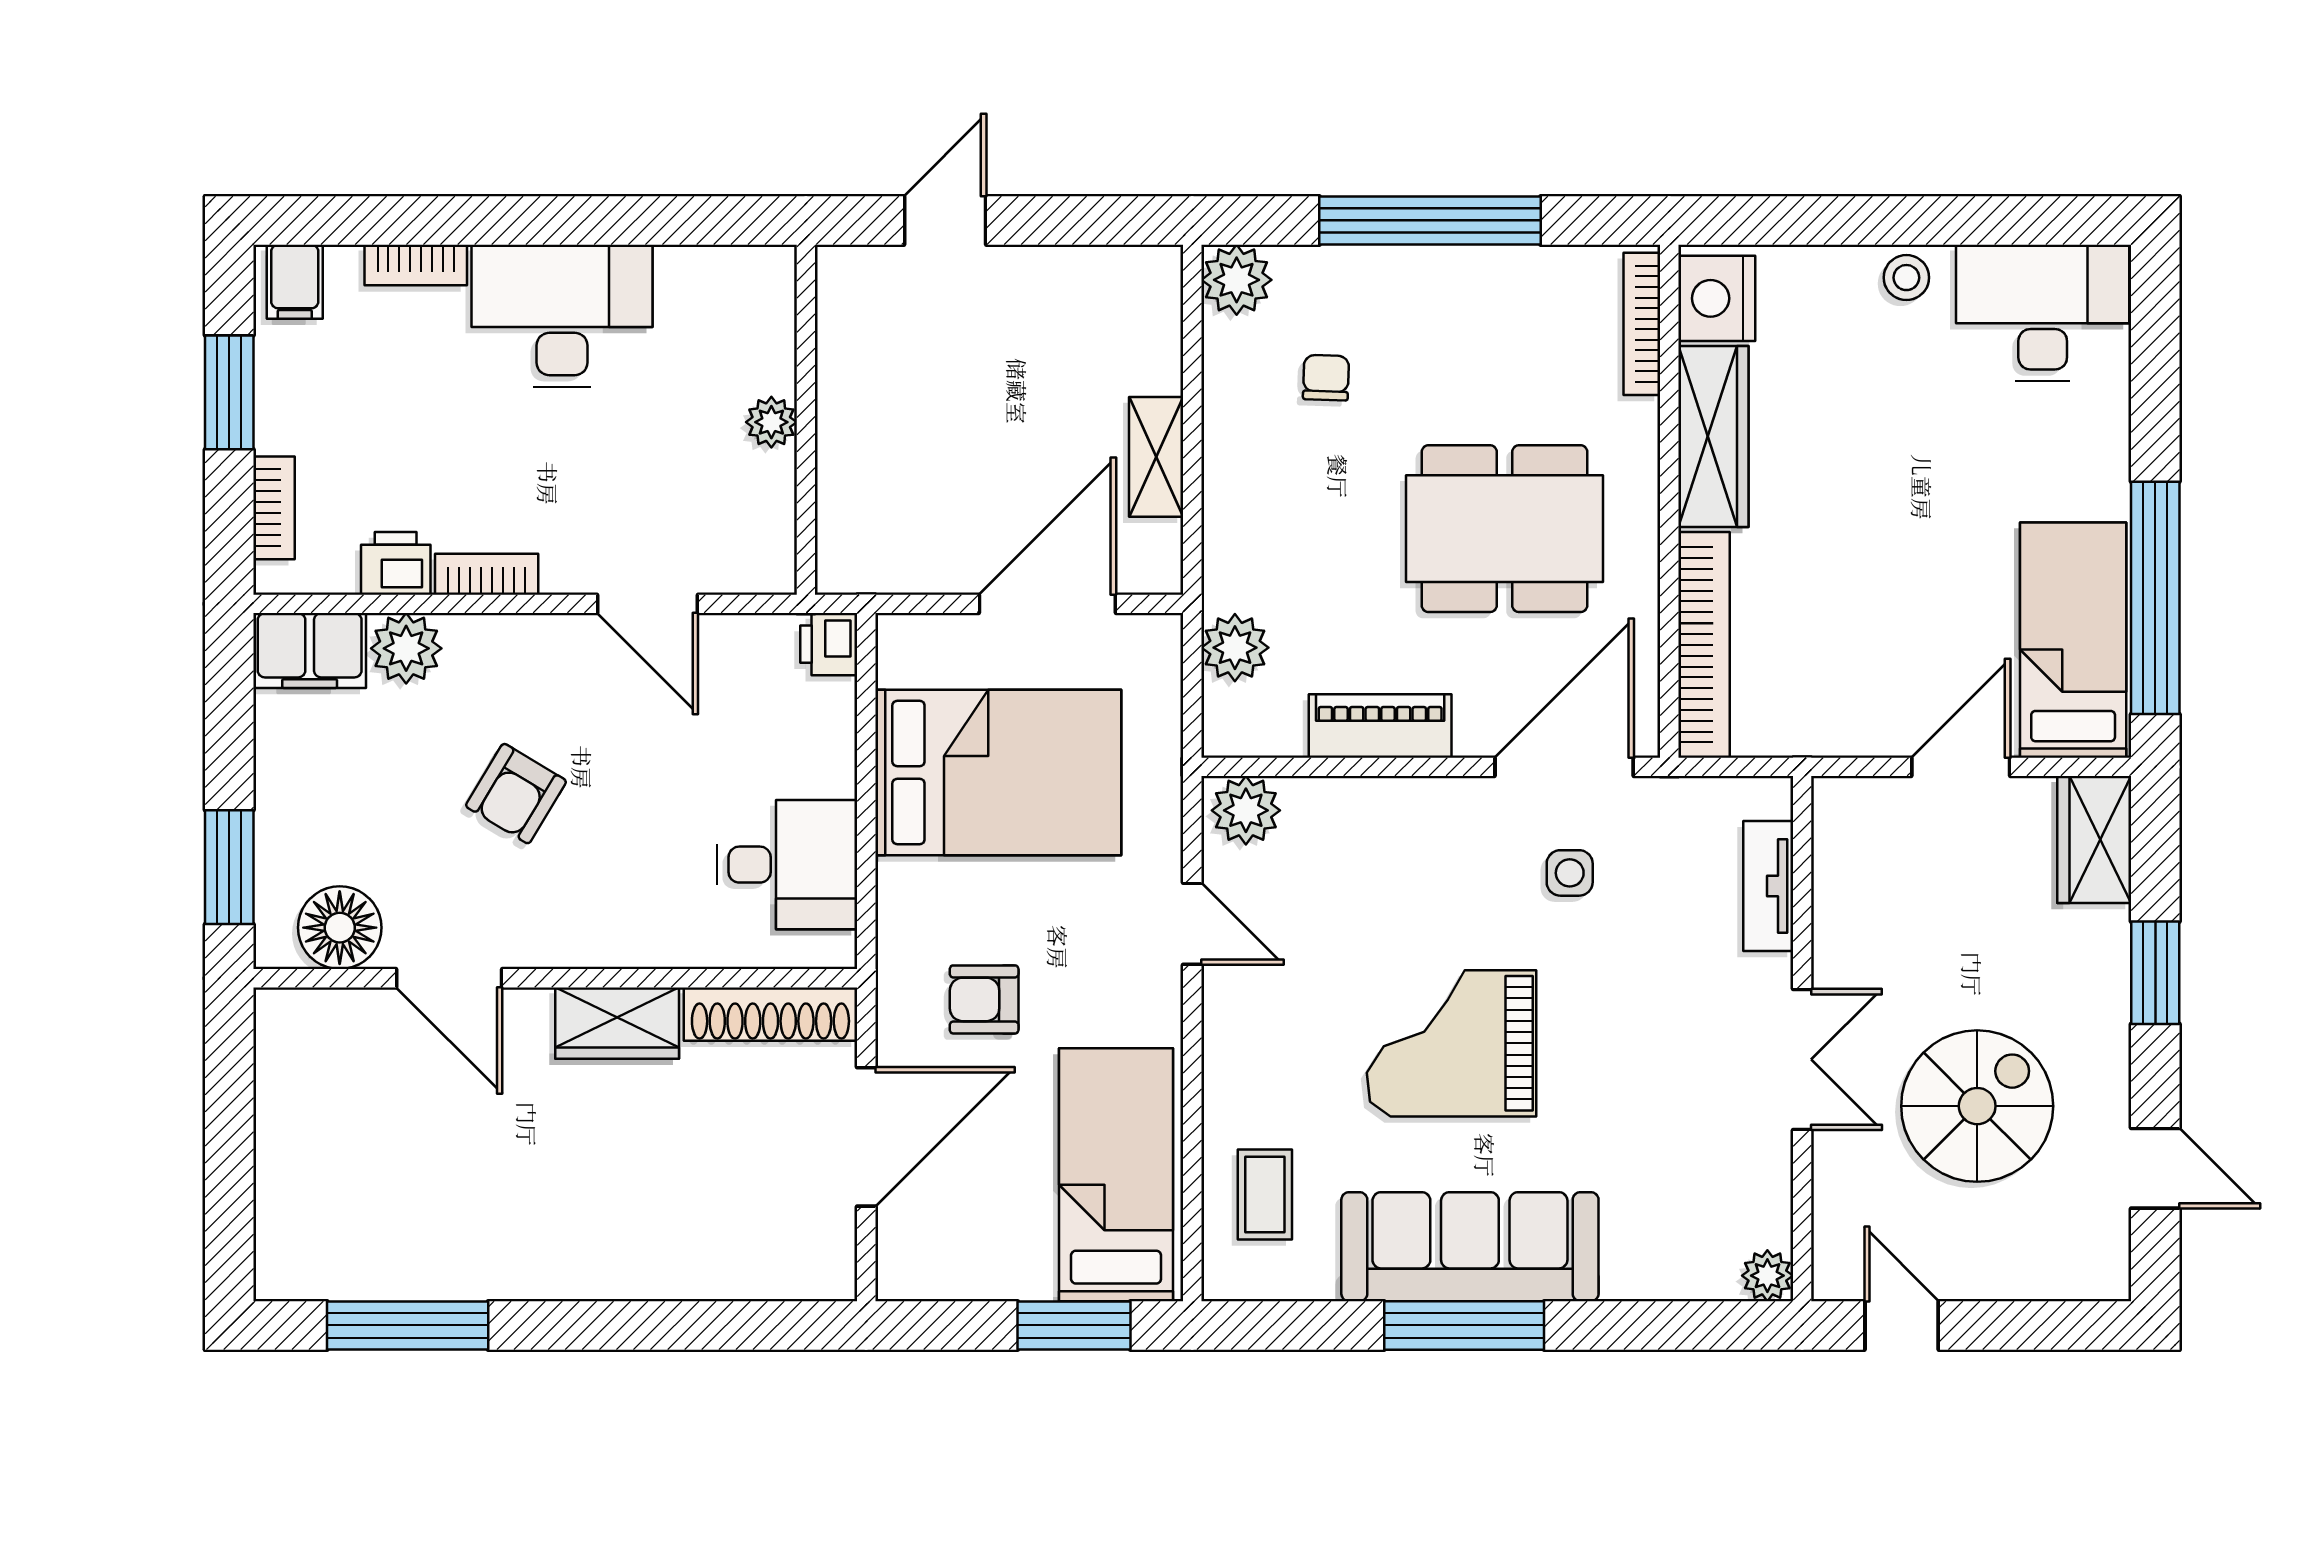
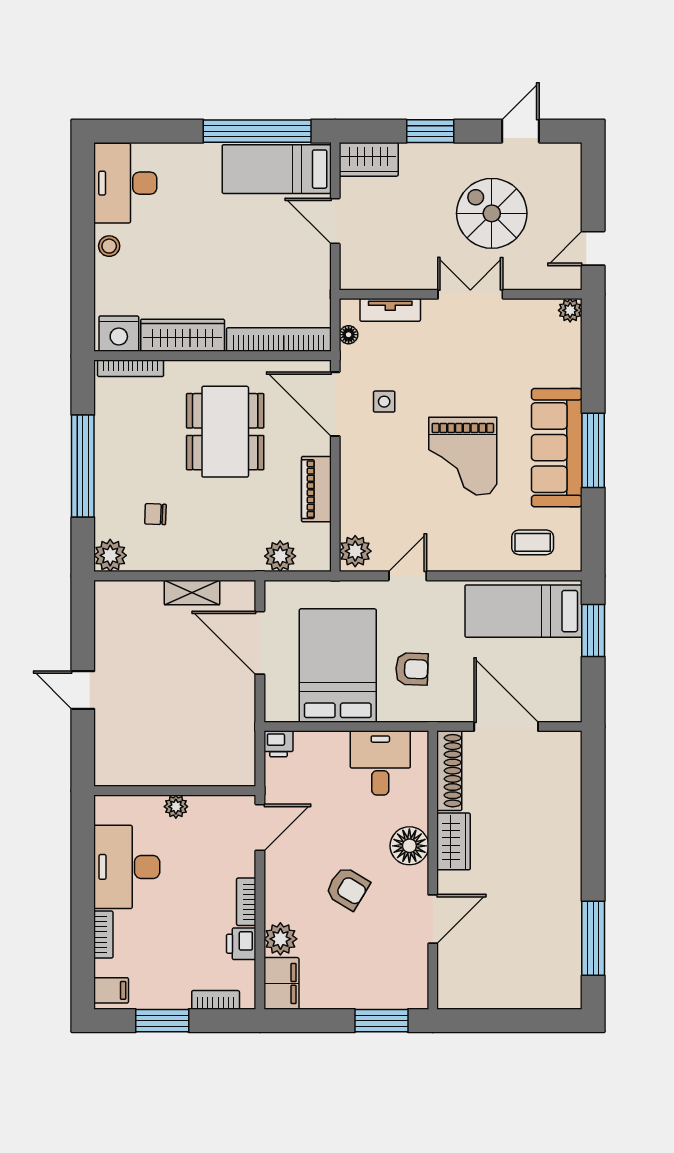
wall: (806, 420) -> (175, 791), moved
plant: (771, 422) -> (176, 807), moved
floor lamp: (1714, 796) -> (349, 335), added
floor lamp: (340, 928) -> (409, 846), moved
armchair: (984, 999) -> (412, 669), moved, turned -88

